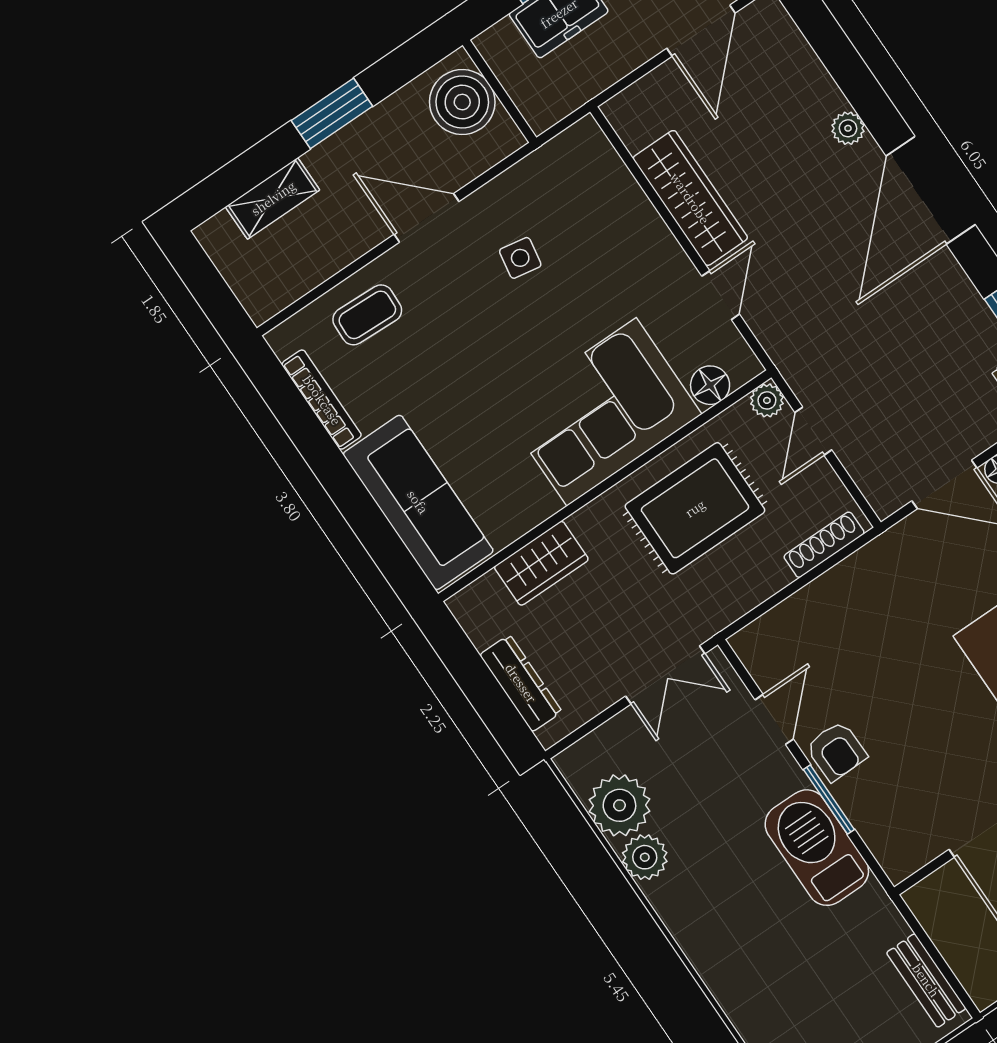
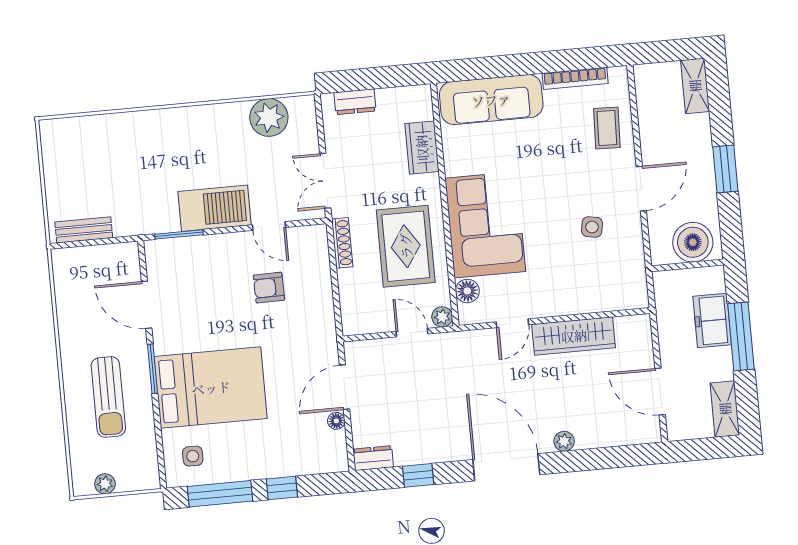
shelving: (273, 198) -> (695, 86), moved
door: (721, 295) -> (512, 323), hinge flipped
shoe rack: (824, 545) -> (342, 243), moved
dresser: (521, 683) -> (355, 102), width x0.70
armchair: (836, 751) -> (269, 288), moved
window: (829, 800) -> (179, 234), moved
barbecue: (817, 848) -> (214, 208), moved
plant: (645, 857) -> (234, 116), removed

